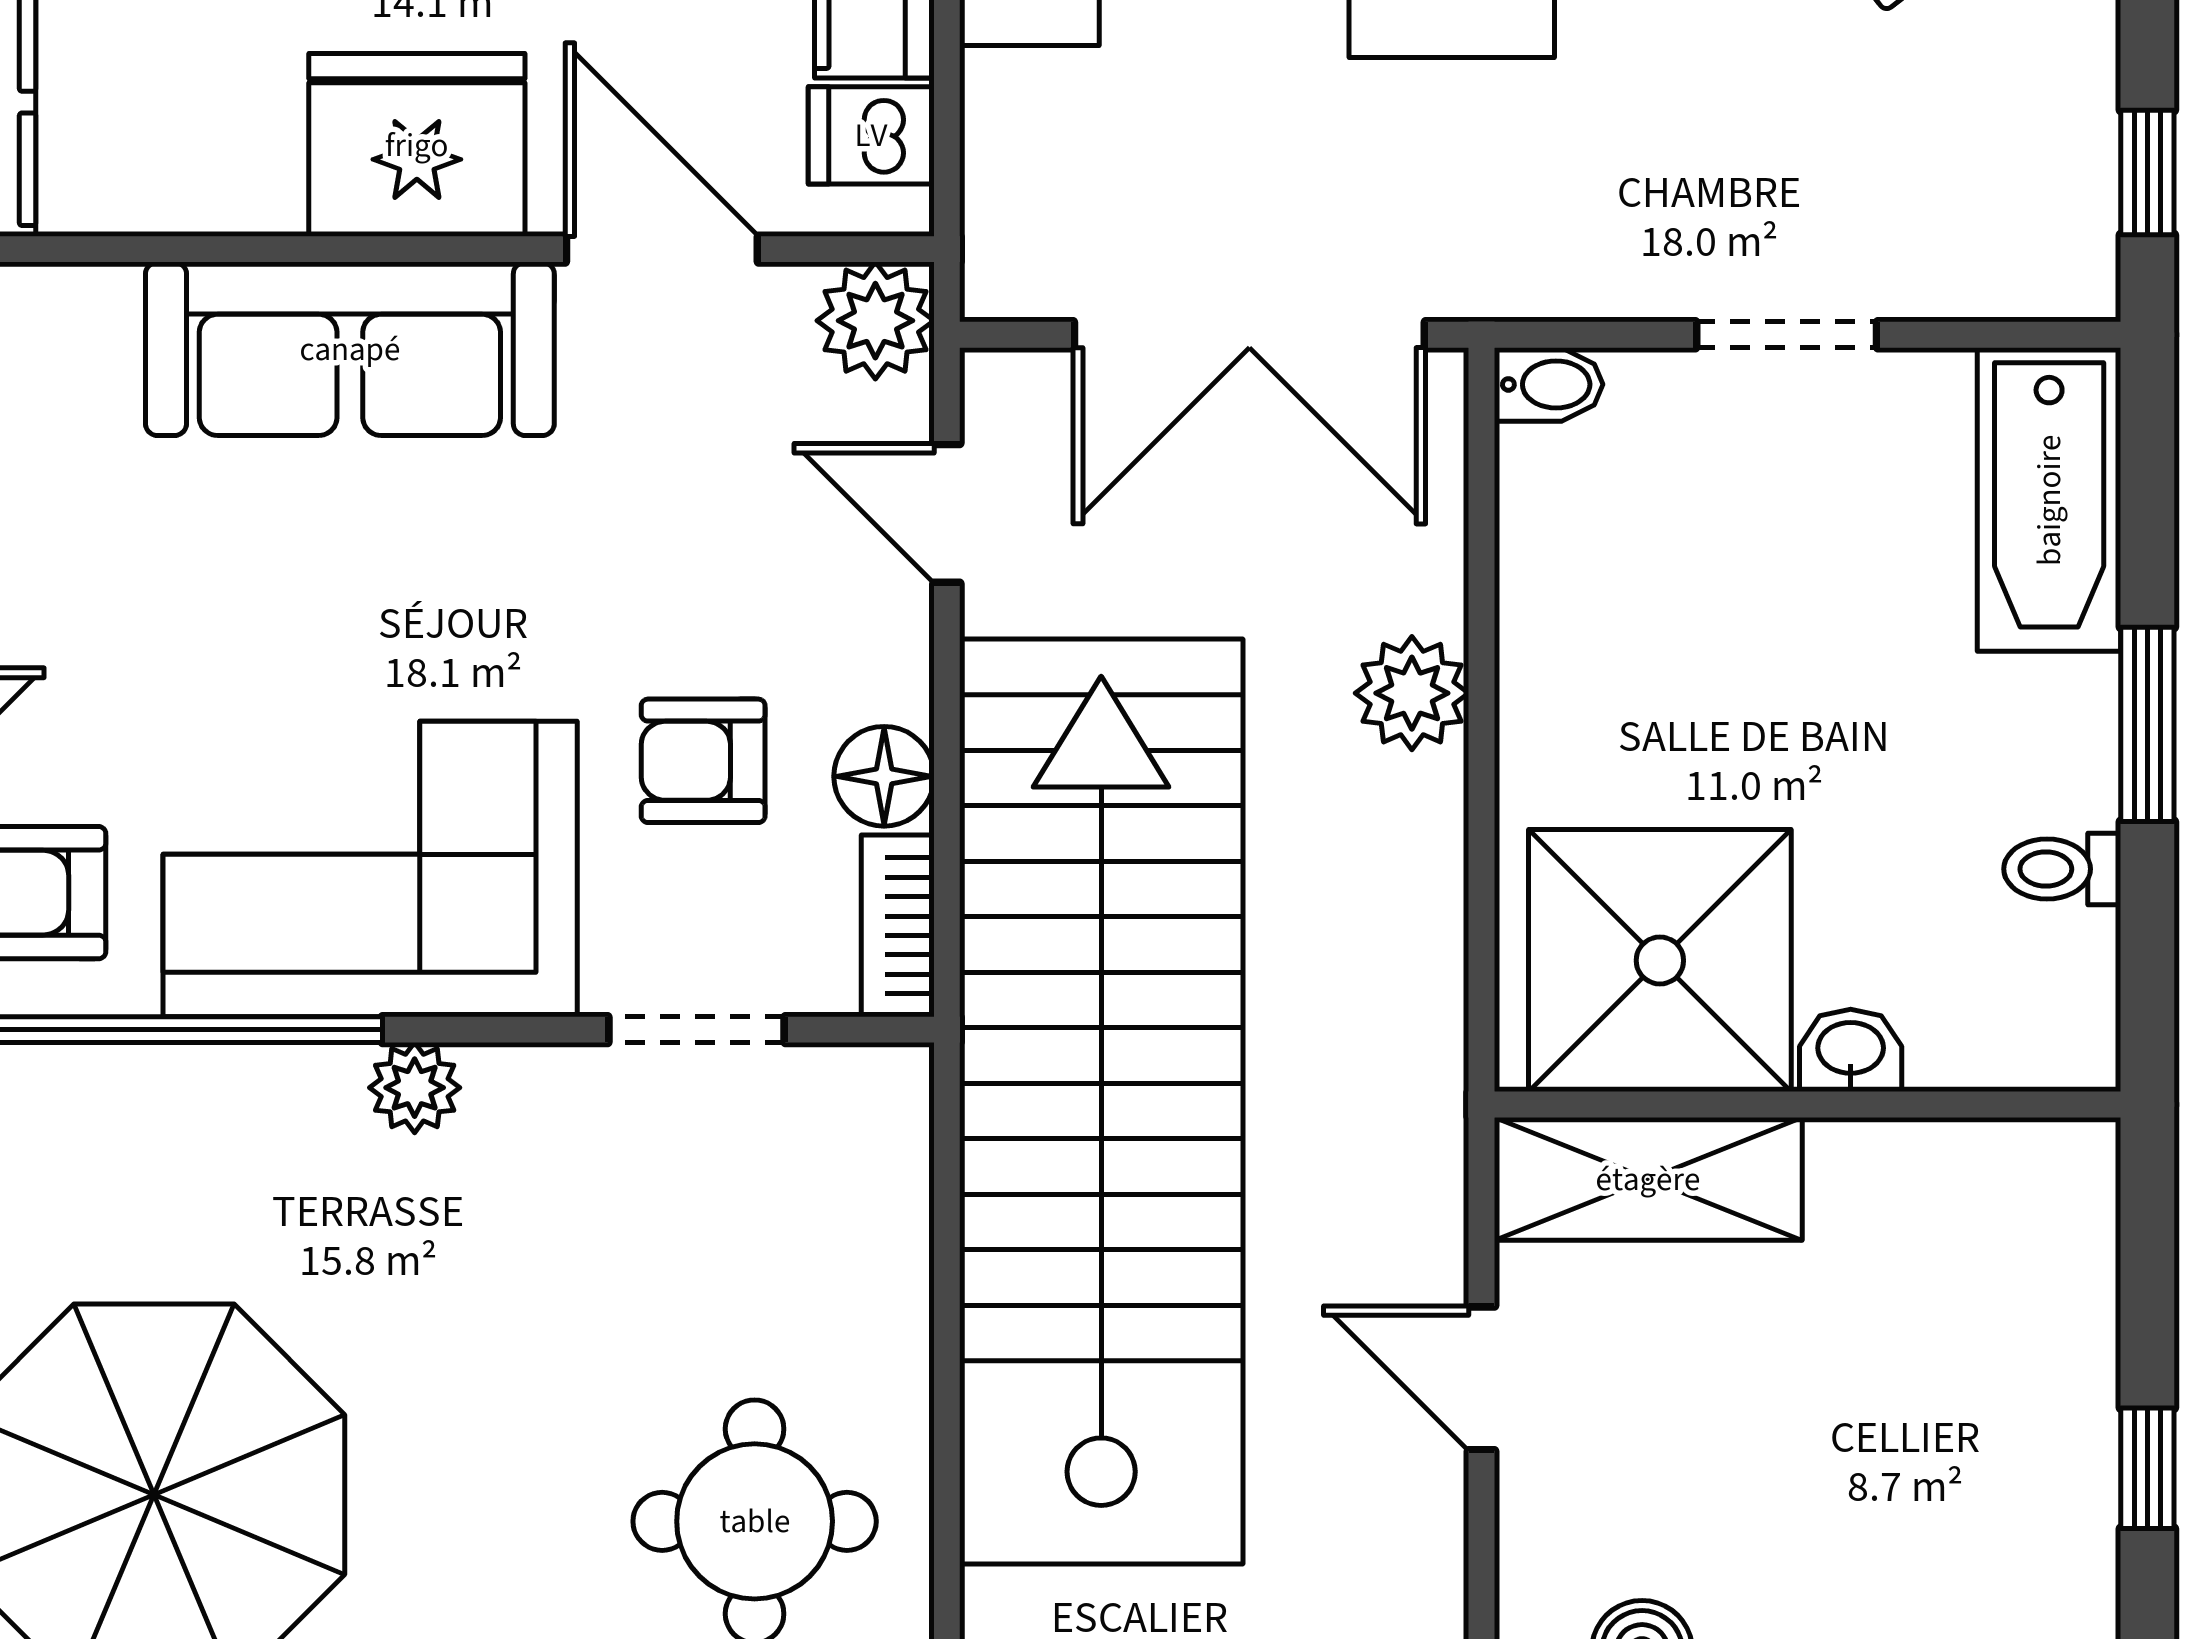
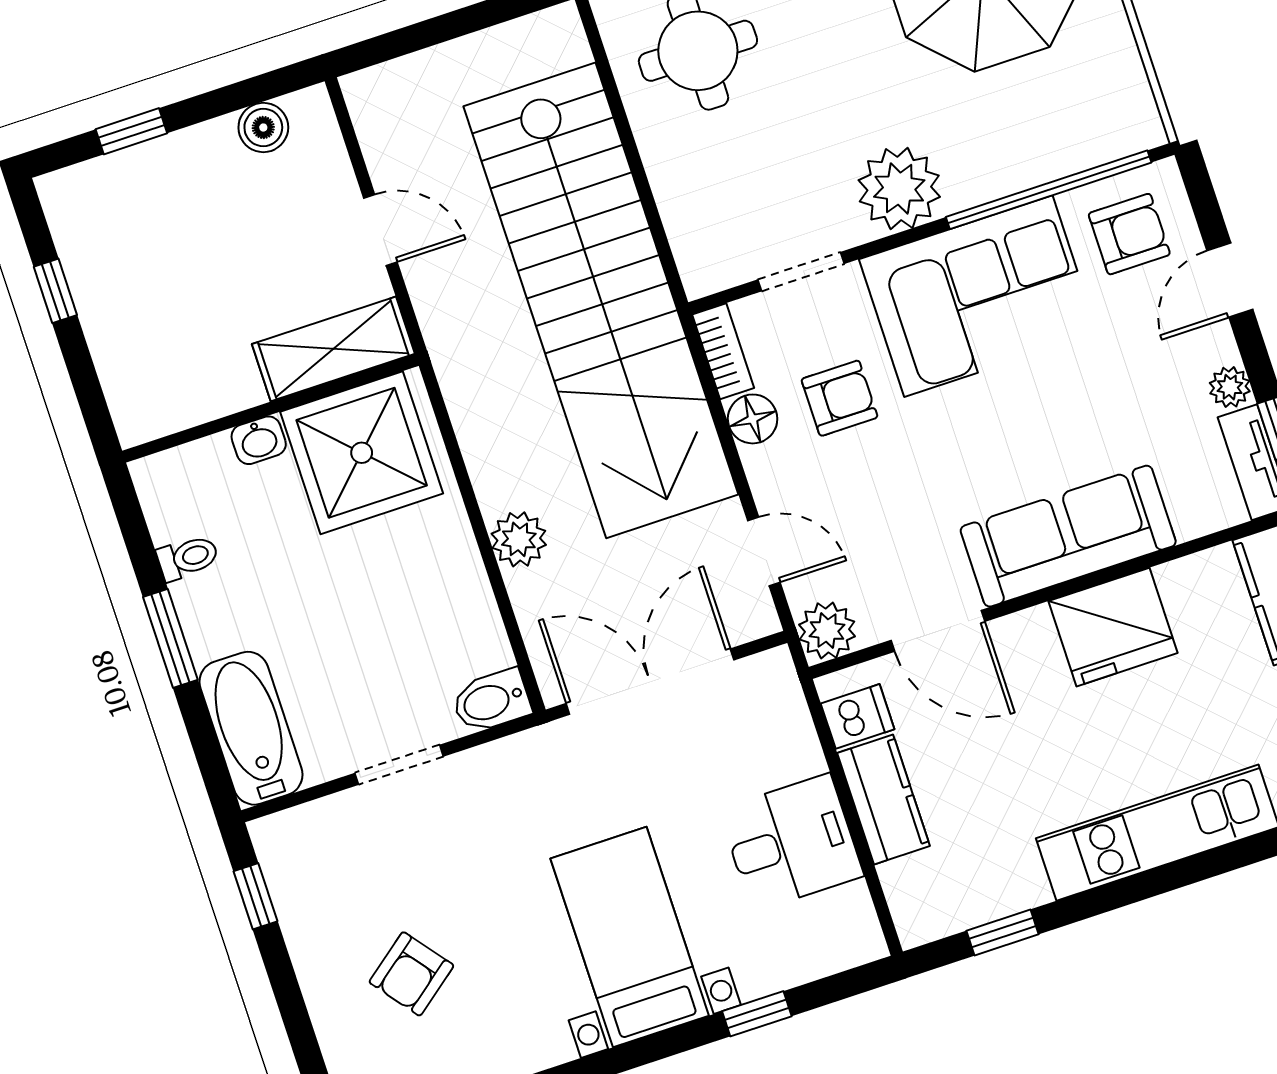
fridge: (417, 145) -> (1113, 627), moved
bidet: (1549, 384) -> (491, 701), width x1.38, depth x1.36
plant: (415, 1088) -> (899, 189), width x1.88, depth x1.88

